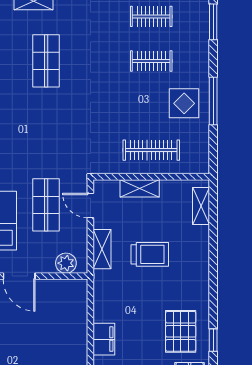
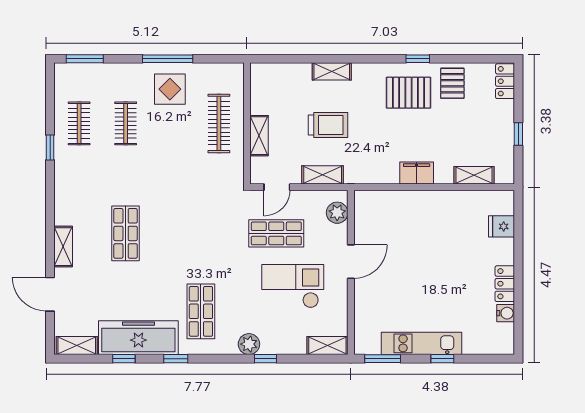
shop shelf: (46, 61) -> (126, 233), turned 90
shelving: (201, 206) -> (332, 71), moved
trolley: (150, 254) -> (328, 125), turned 90

